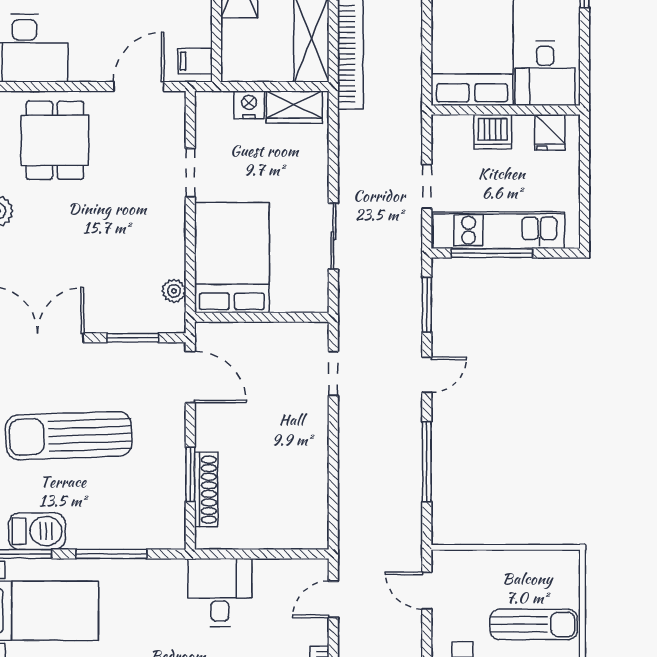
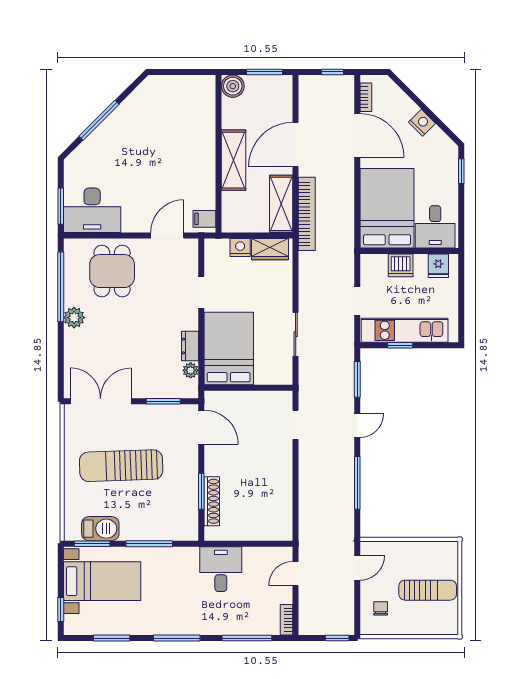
window: (492, 253) -> (400, 345), width x0.46
dresser: (173, 254) -> (190, 346), added
door: (427, 591) -> (357, 568), swing flipped

